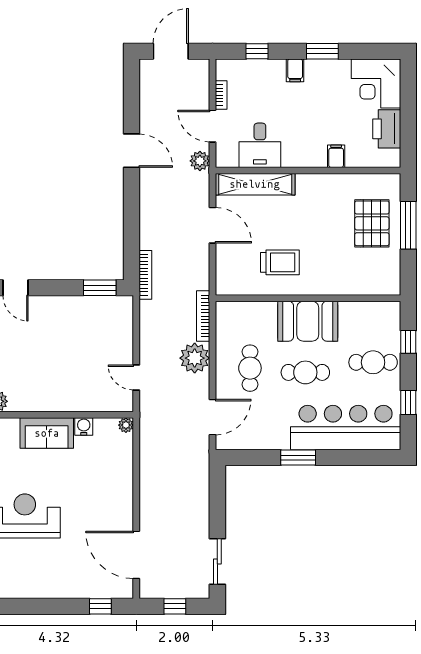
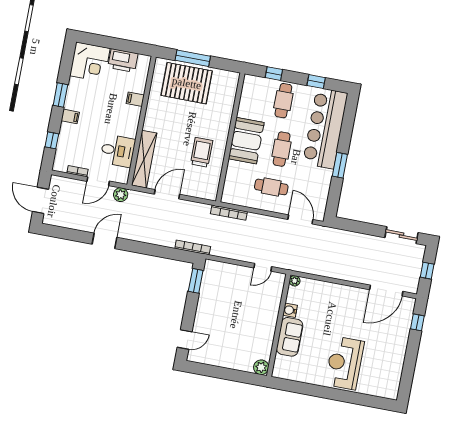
pallet: (372, 223) -> (187, 83), width x1.37, depth x1.41
plant: (195, 358) -> (257, 224), removed

